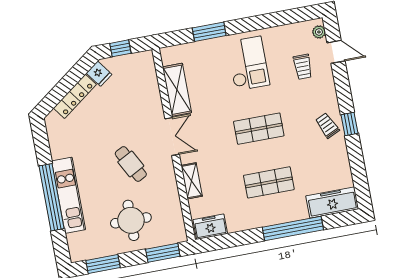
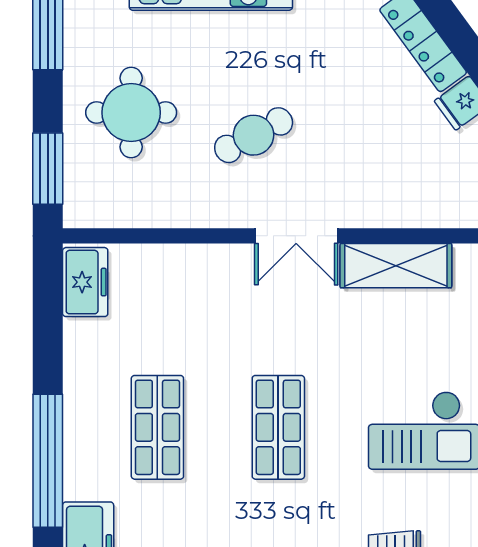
shelving: (192, 181) -> (192, 260), removed

